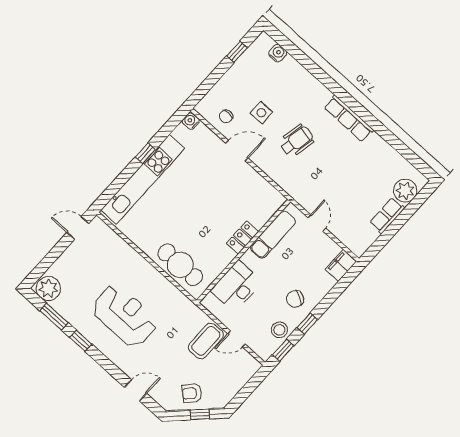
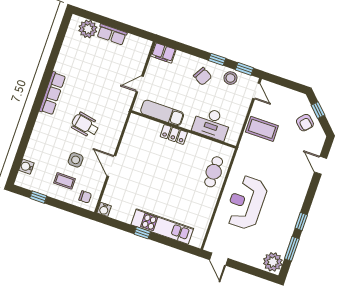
coffee table: (243, 90) -> (65, 181), added
chair: (226, 116) -> (85, 197), moved
kitchen unit: (143, 179) -> (162, 227), width x0.73
cafe table: (180, 265) -> (214, 172), width x0.73, depth x0.74
reception desk: (125, 316) -> (246, 203), moved
door: (236, 339) -> (256, 91), moved

